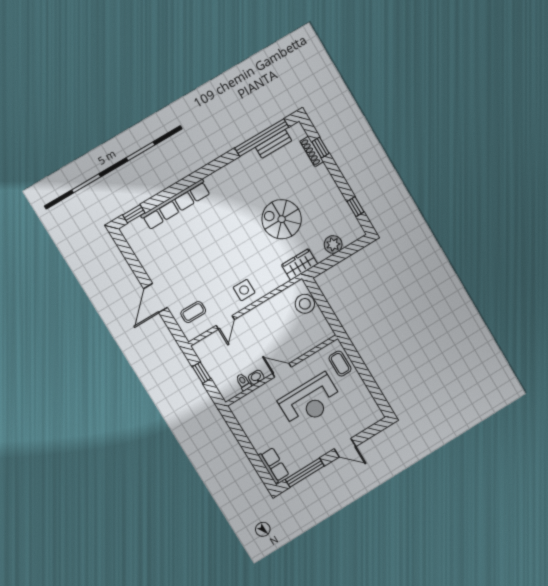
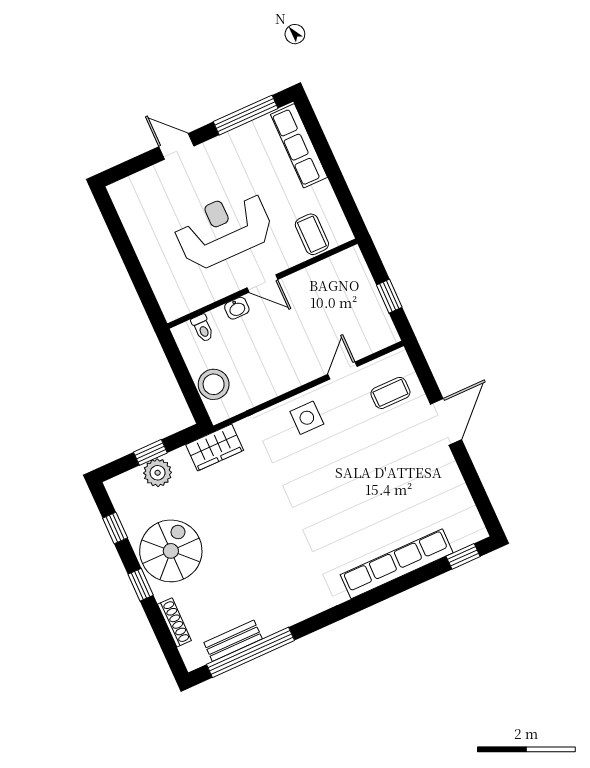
window: (321, 147) -> (141, 585), moved
spiral stairs: (282, 219) -> (171, 551), moved, turned -90
window: (339, 257) -> (150, 452), added
coffee table: (340, 364) -> (312, 234), moved
washbasin: (256, 377) -> (237, 308), moved
toilet: (244, 382) -> (203, 328), moved
row of seats: (274, 465) -> (299, 146), width x1.48

